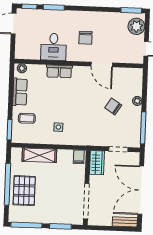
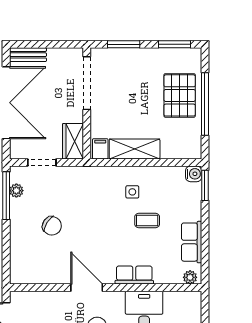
door: (102, 64) -> (87, 288), moved
plant: (137, 101) -> (16, 191), moved
coffee table: (27, 118) -> (147, 220), moved
water cooler: (17, 138) -> (194, 174), added
shelving: (39, 155) -> (135, 149), moved
window: (26, 225) -> (174, 44), width x0.69

